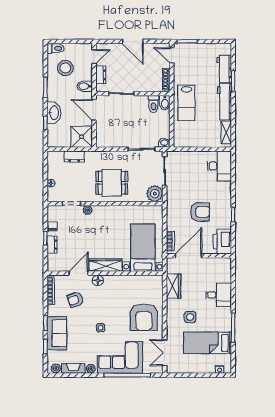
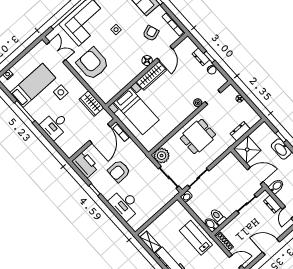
desk: (219, 166) -> (125, 204), moved

